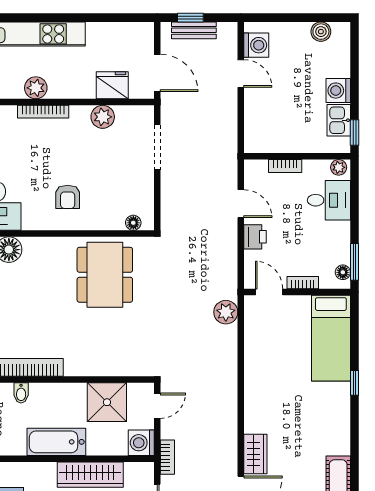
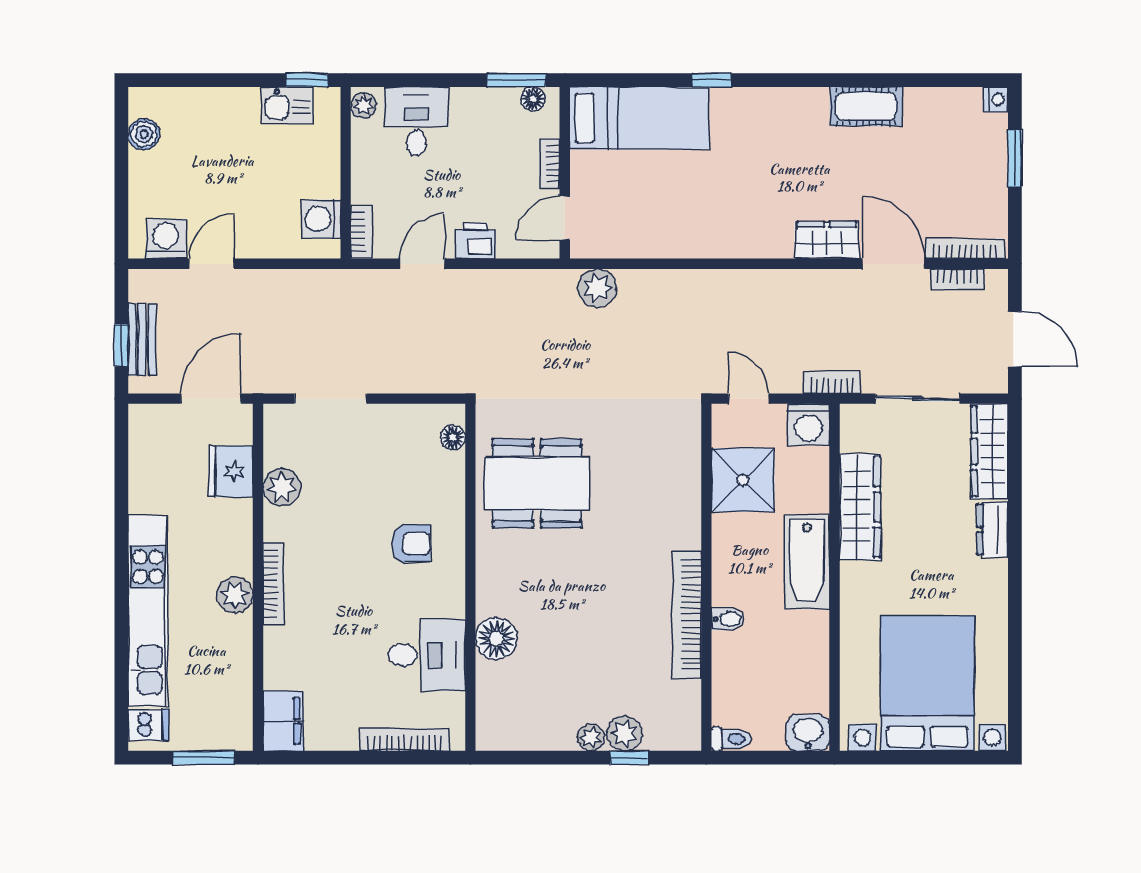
washing machine: (338, 91) -> (321, 219), moved, turned 90
bookcase: (285, 166) -> (361, 232), moved

